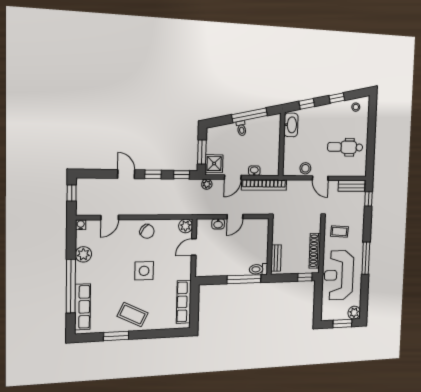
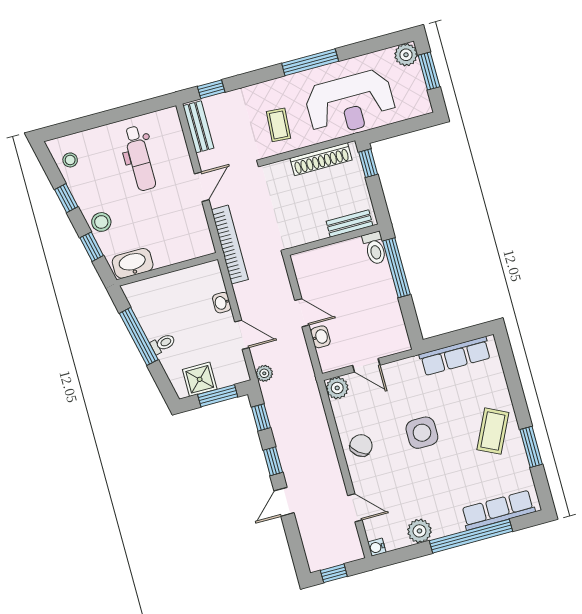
shower: (214, 164) -> (200, 379), moved
stool: (305, 168) -> (101, 222), moved
bookcase: (264, 185) -> (230, 245), moved

